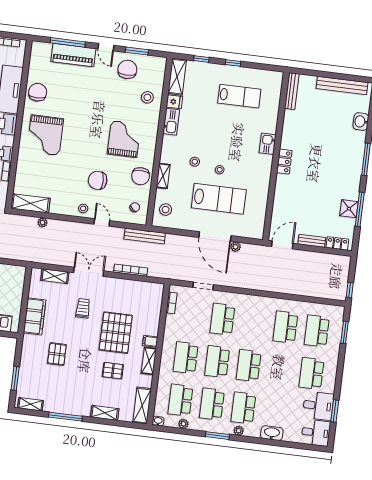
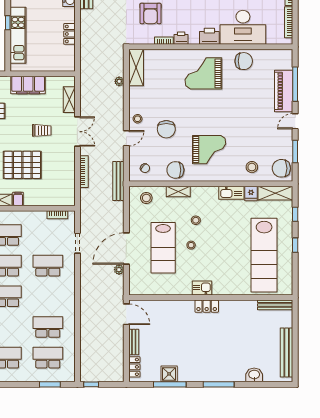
chair: (127, 69) -> (281, 168), moved, turned 180
lab bench: (239, 96) -> (264, 255), width x1.86, depth x1.39
kitchen sink: (268, 144) -> (202, 288), moved
chair: (98, 180) -> (166, 129), turned 180

